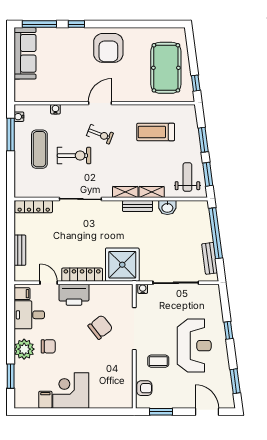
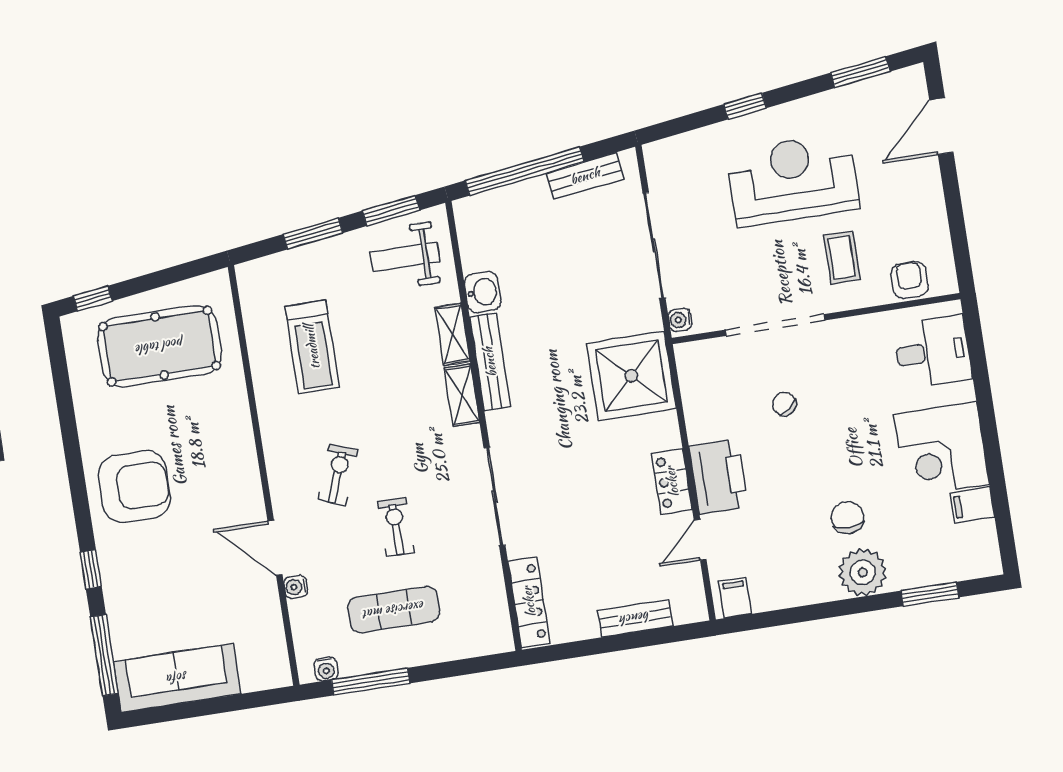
window: (196, 83) -> (93, 298), moved
door: (100, 103) -> (275, 548), moved
exercise bike: (74, 156) -> (396, 527), width x0.73, depth x0.72
bench: (138, 206) -> (490, 362), width x1.36
locker: (82, 275) -> (672, 482), width x0.66
desk: (29, 315) -> (933, 352), moved, turned -90
chair: (100, 327) -> (784, 404), width x0.54, depth x0.54
window: (161, 412) -> (958, 233), removed

